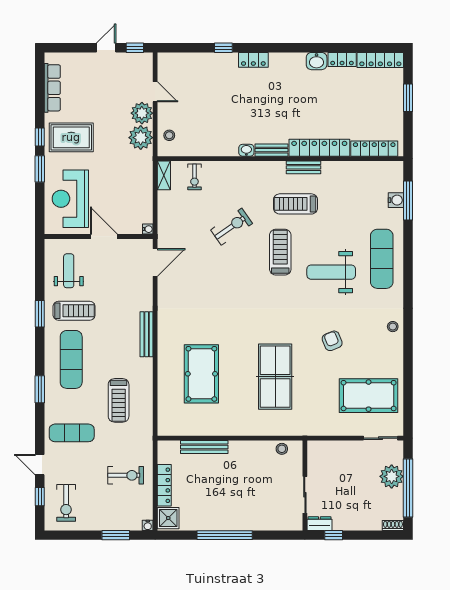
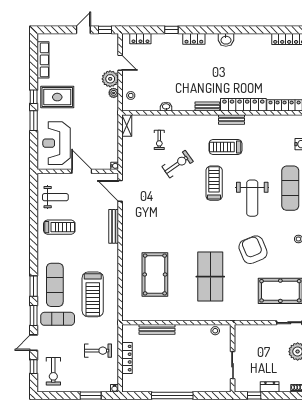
locker: (342, 59) -> (140, 39), moved
washbasin: (317, 61) -> (226, 40), moved
plant: (141, 138) -> (114, 93), width x0.53, depth x0.53
washbasin: (246, 150) -> (166, 107), moved
exercise bike: (194, 177) -> (159, 140), moved
door: (155, 262) -> (120, 191), swing flipped
weight bench: (69, 271) -> (55, 197), turned 90
weight bench: (331, 272) -> (252, 198), turned -90
window: (40, 314) -> (34, 315), moved
bench: (147, 334) -> (114, 226), moved
armchair: (332, 341) -> (253, 250), width x1.88, depth x1.88
exercise mat: (71, 359) -> (55, 285), moved
treadmill: (119, 400) -> (93, 294), width x1.37, depth x1.38
door: (40, 465) -> (34, 343), hinge flipped
shower: (168, 518) -> (130, 383), removed
dresser: (319, 524) -> (270, 387), moved

